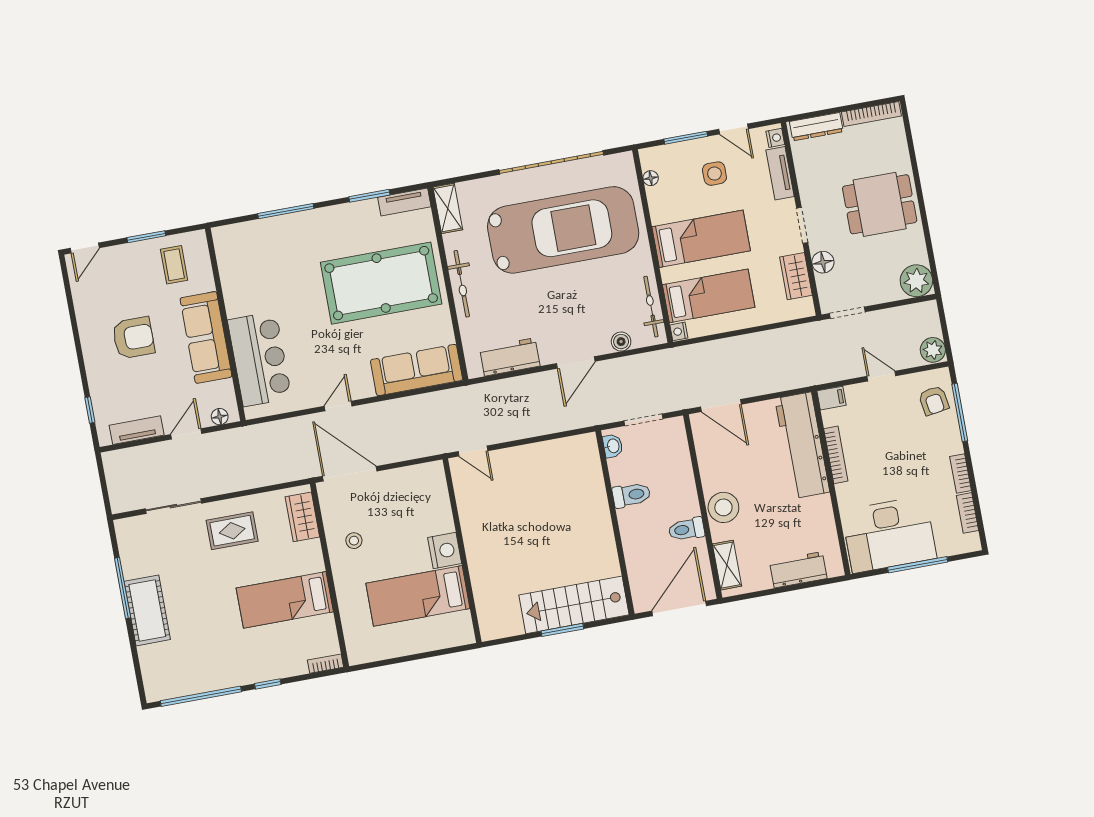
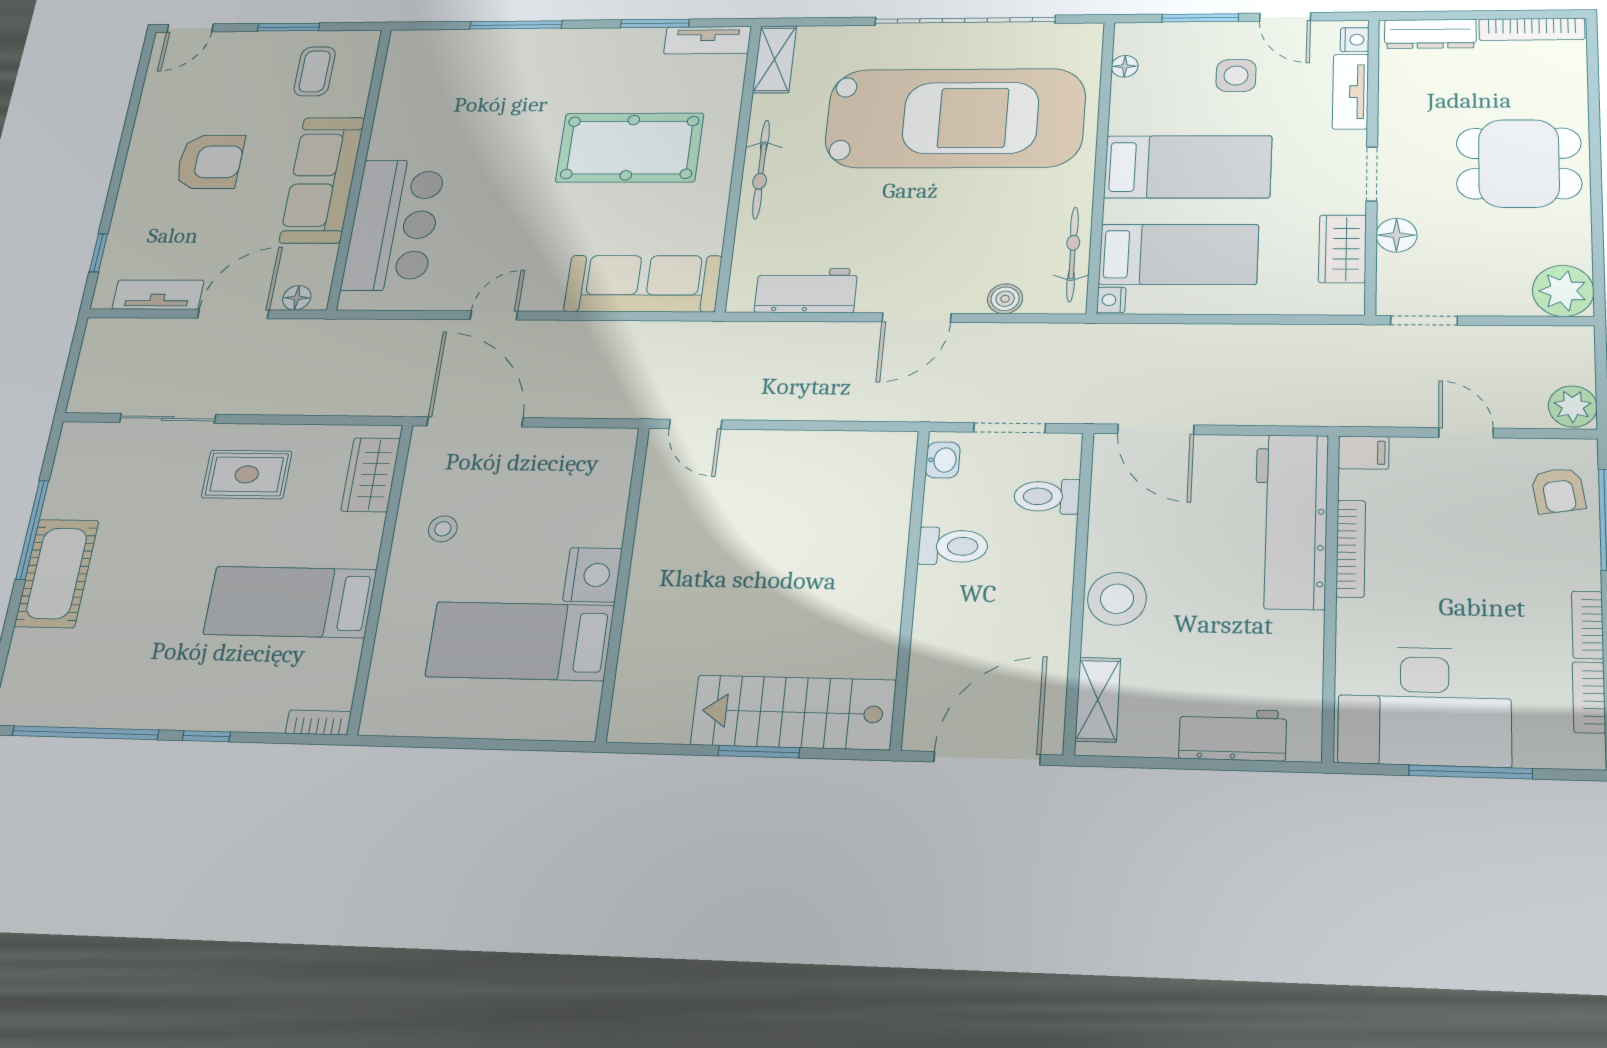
pool table: (381, 283) -> (630, 148), width x0.73, depth x0.76
door: (186, 434) -> (233, 314), width x1.38
toilet: (686, 529) -> (1047, 496), moved

